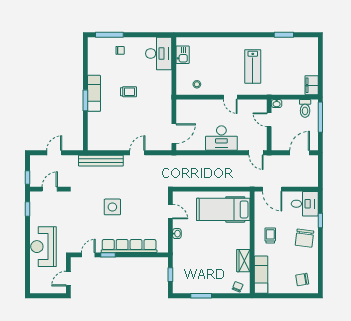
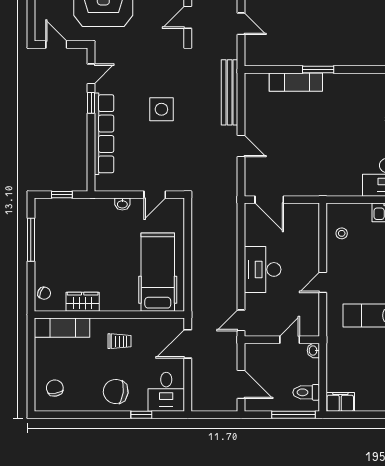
trolley: (128, 92) -> (331, 133), removed
exam couch: (94, 93) -> (296, 82), moved
door: (50, 189) -> (188, 17), swing flipped
door: (88, 255) -> (91, 74), hinge flipped
window: (201, 296) -> (31, 240), width x1.44

